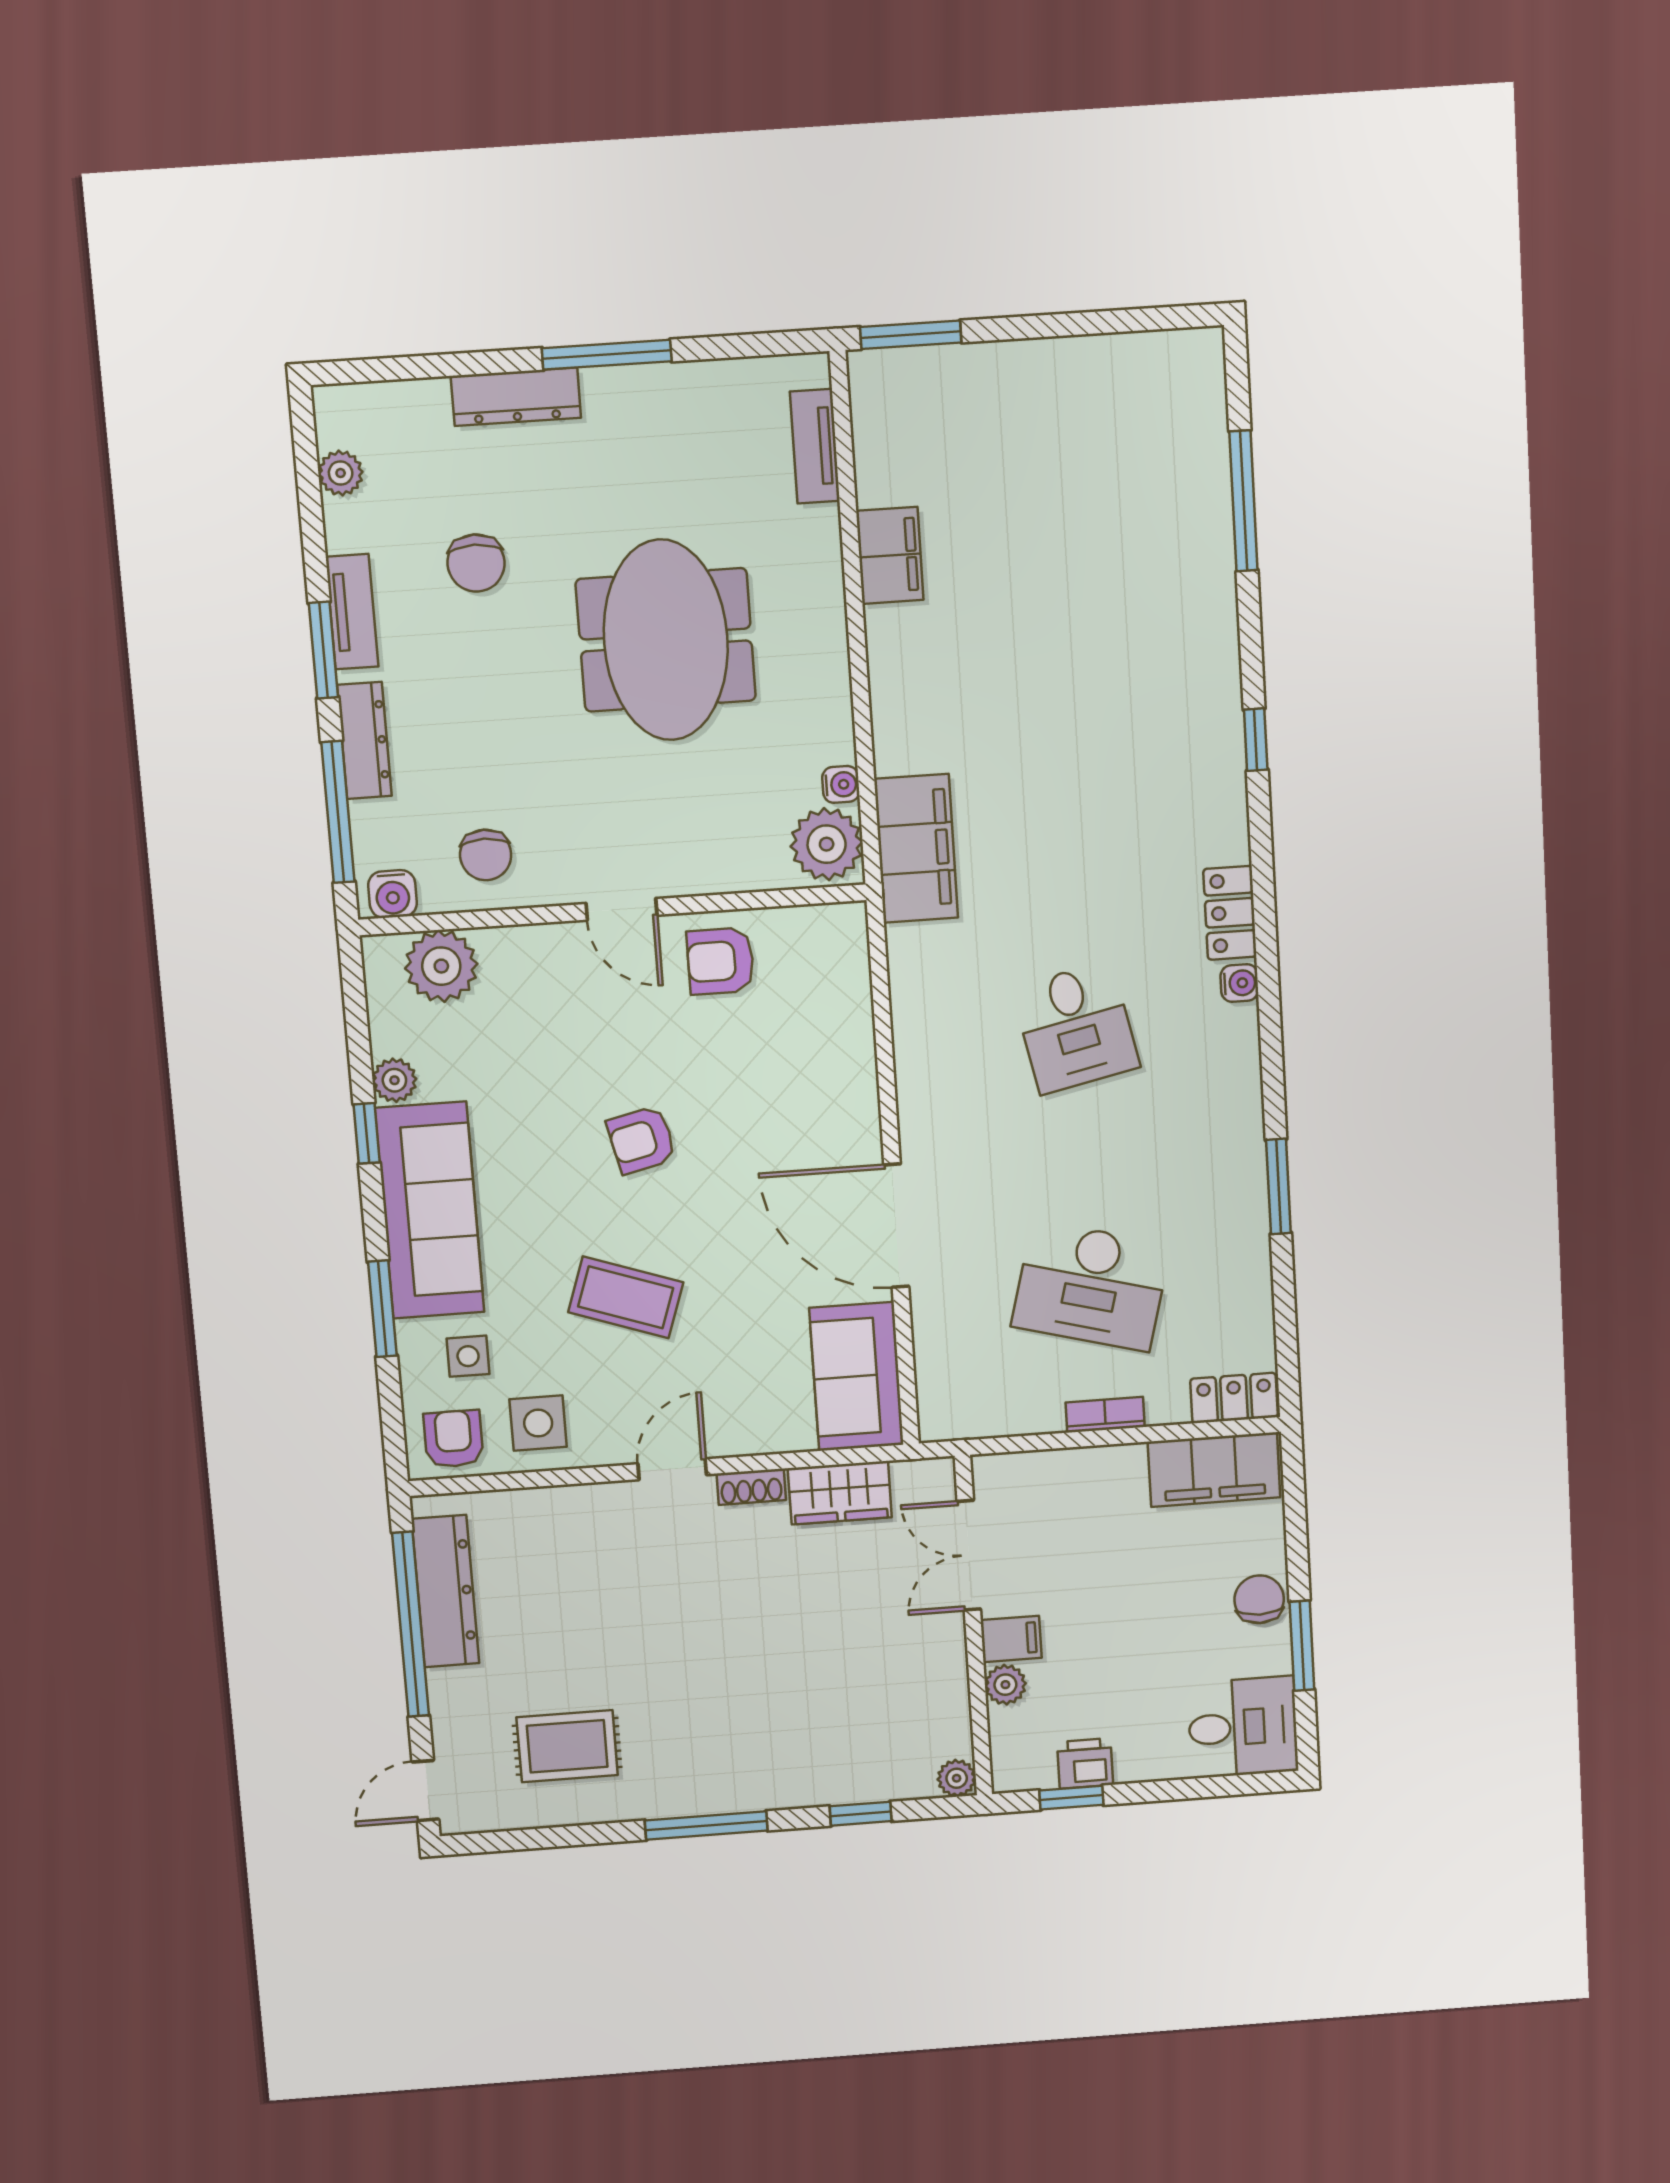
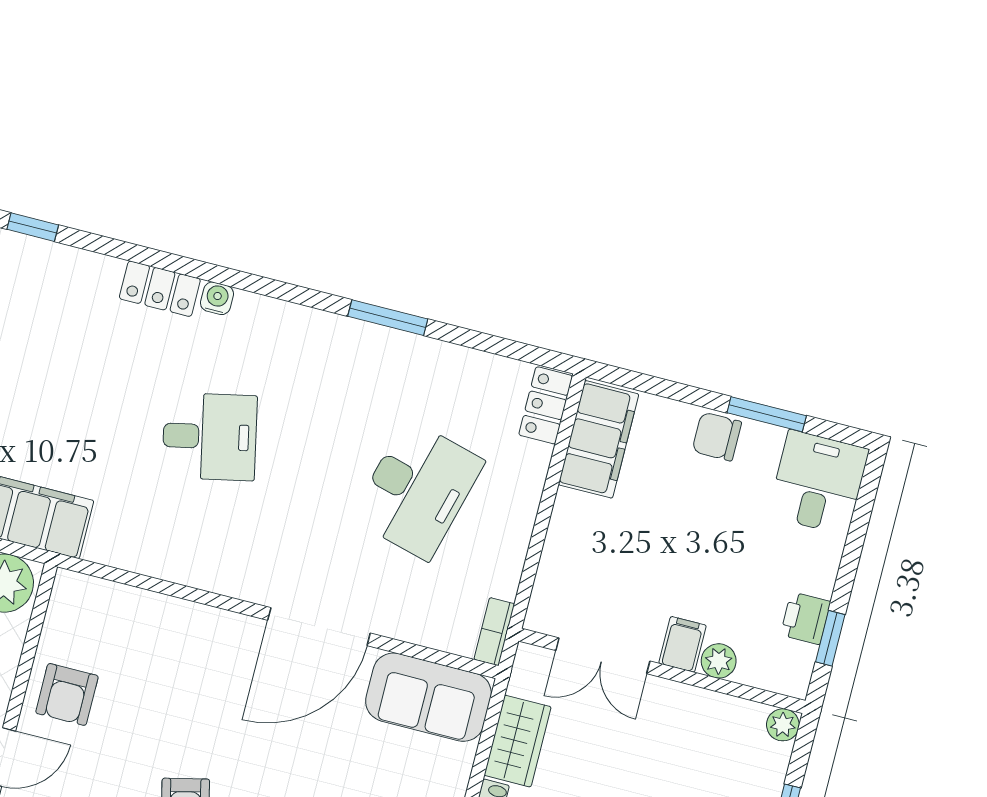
bookcase: (1105, 1415) -> (494, 632), moved

